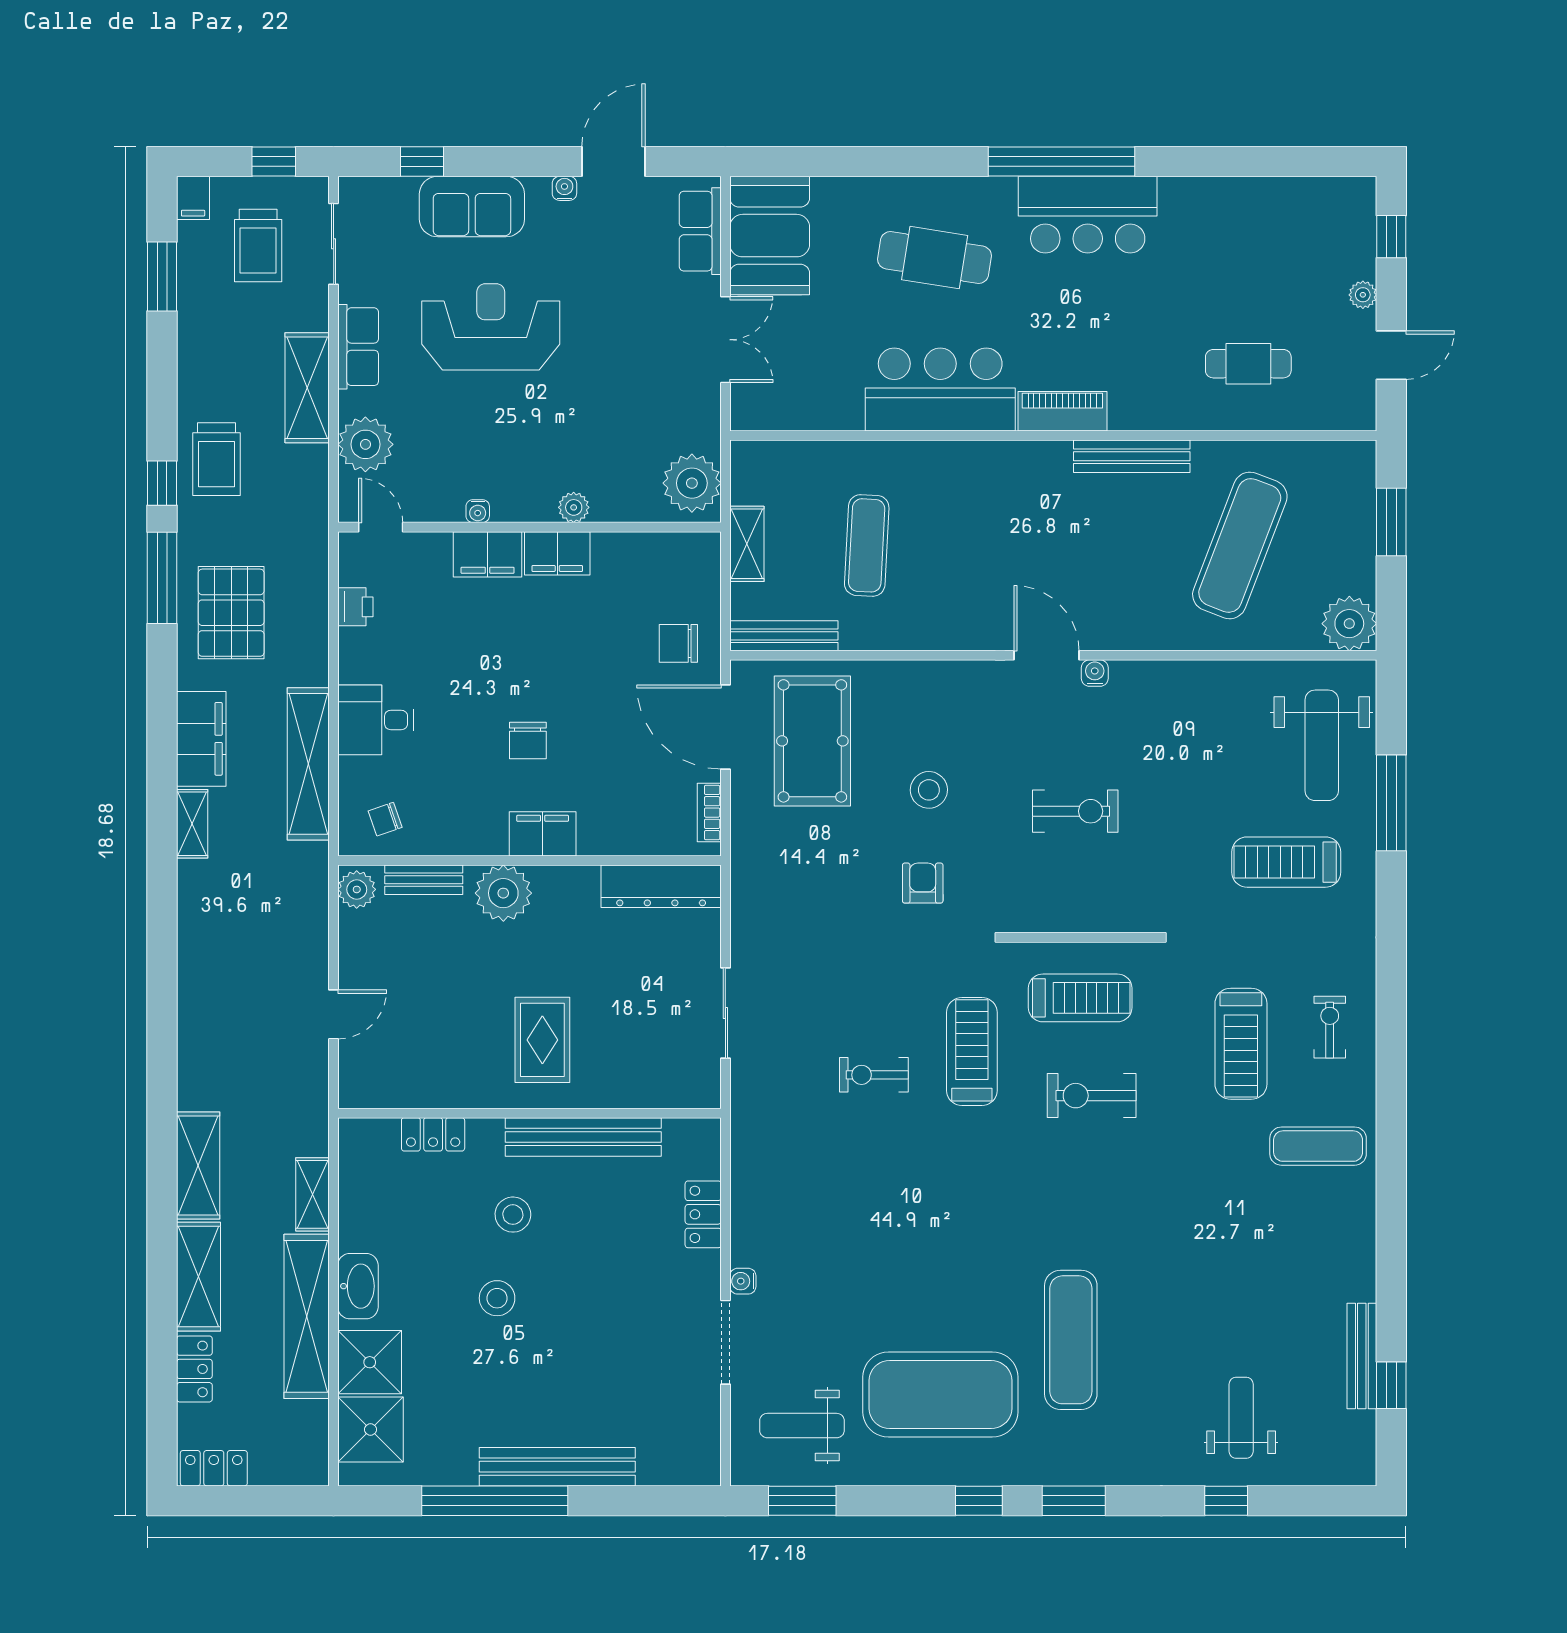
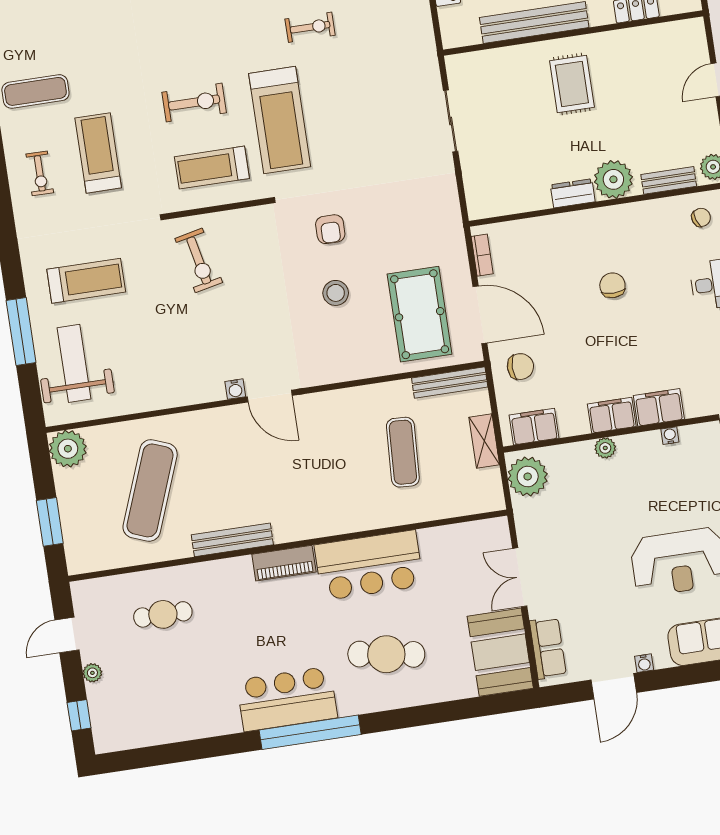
exercise bike: (1075, 811) -> (199, 260), moved, turned -102
filing cabinet: (543, 834) -> (534, 427), moved, turned 180
dresser: (661, 886) -> (573, 193), moved, width x0.51, depth x0.80
treadmill: (972, 1052) -> (280, 120), width x1.37, depth x1.38
exercise bike: (874, 1075) -> (310, 27), moved

